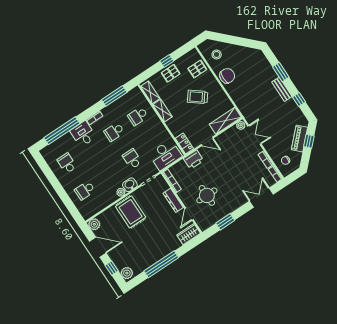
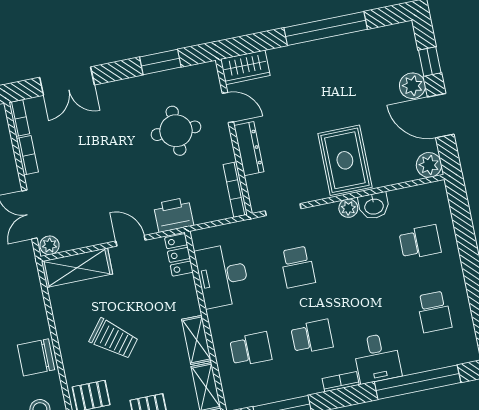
desk: (165, 155) -> (222, 276), moved, turned -90
washbasin: (130, 185) -> (374, 206), moved
door: (189, 214) -> (228, 107), hinge flipped
plant: (127, 273) -> (412, 86), moved

